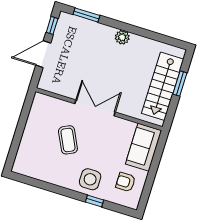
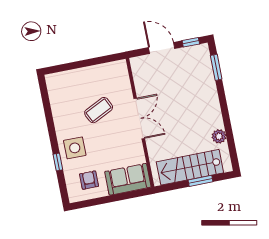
plant: (122, 37) -> (219, 136), moved

